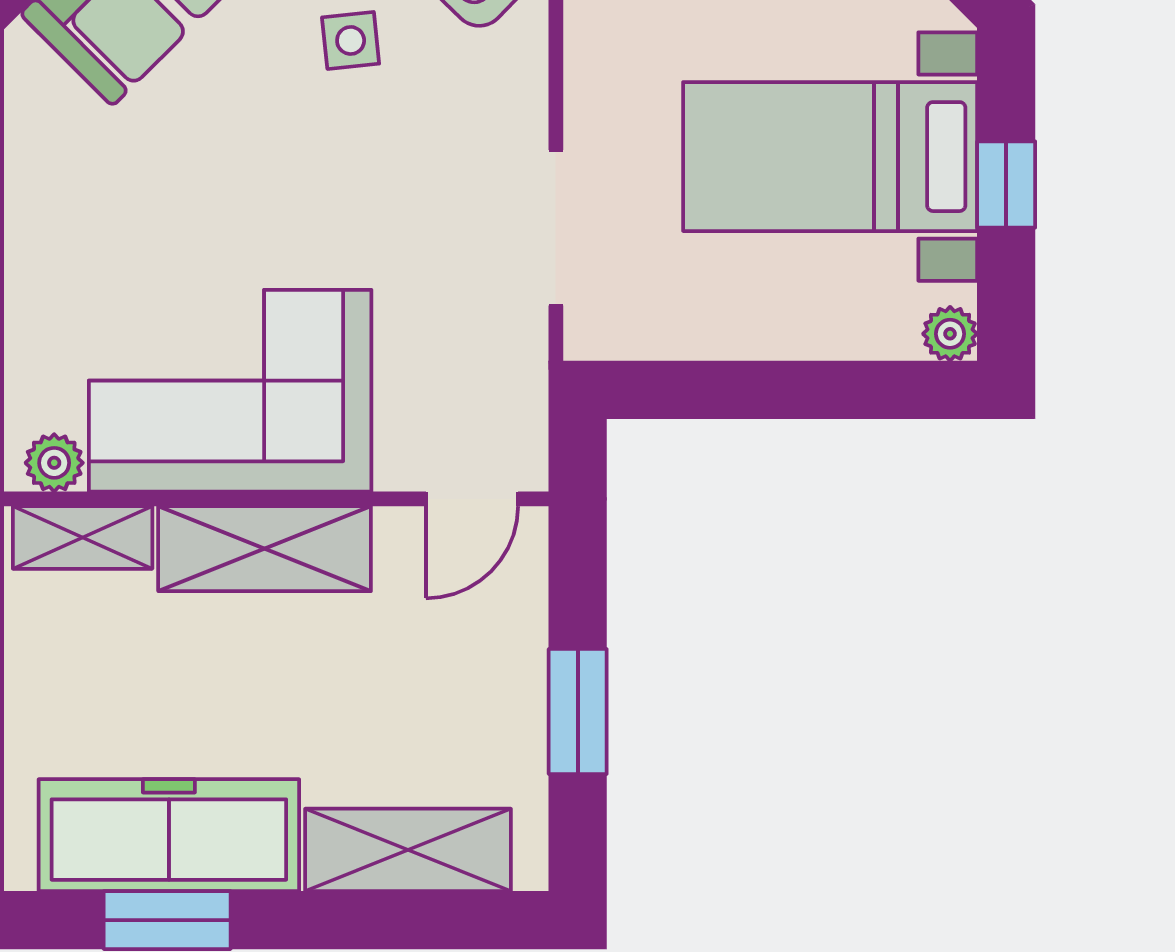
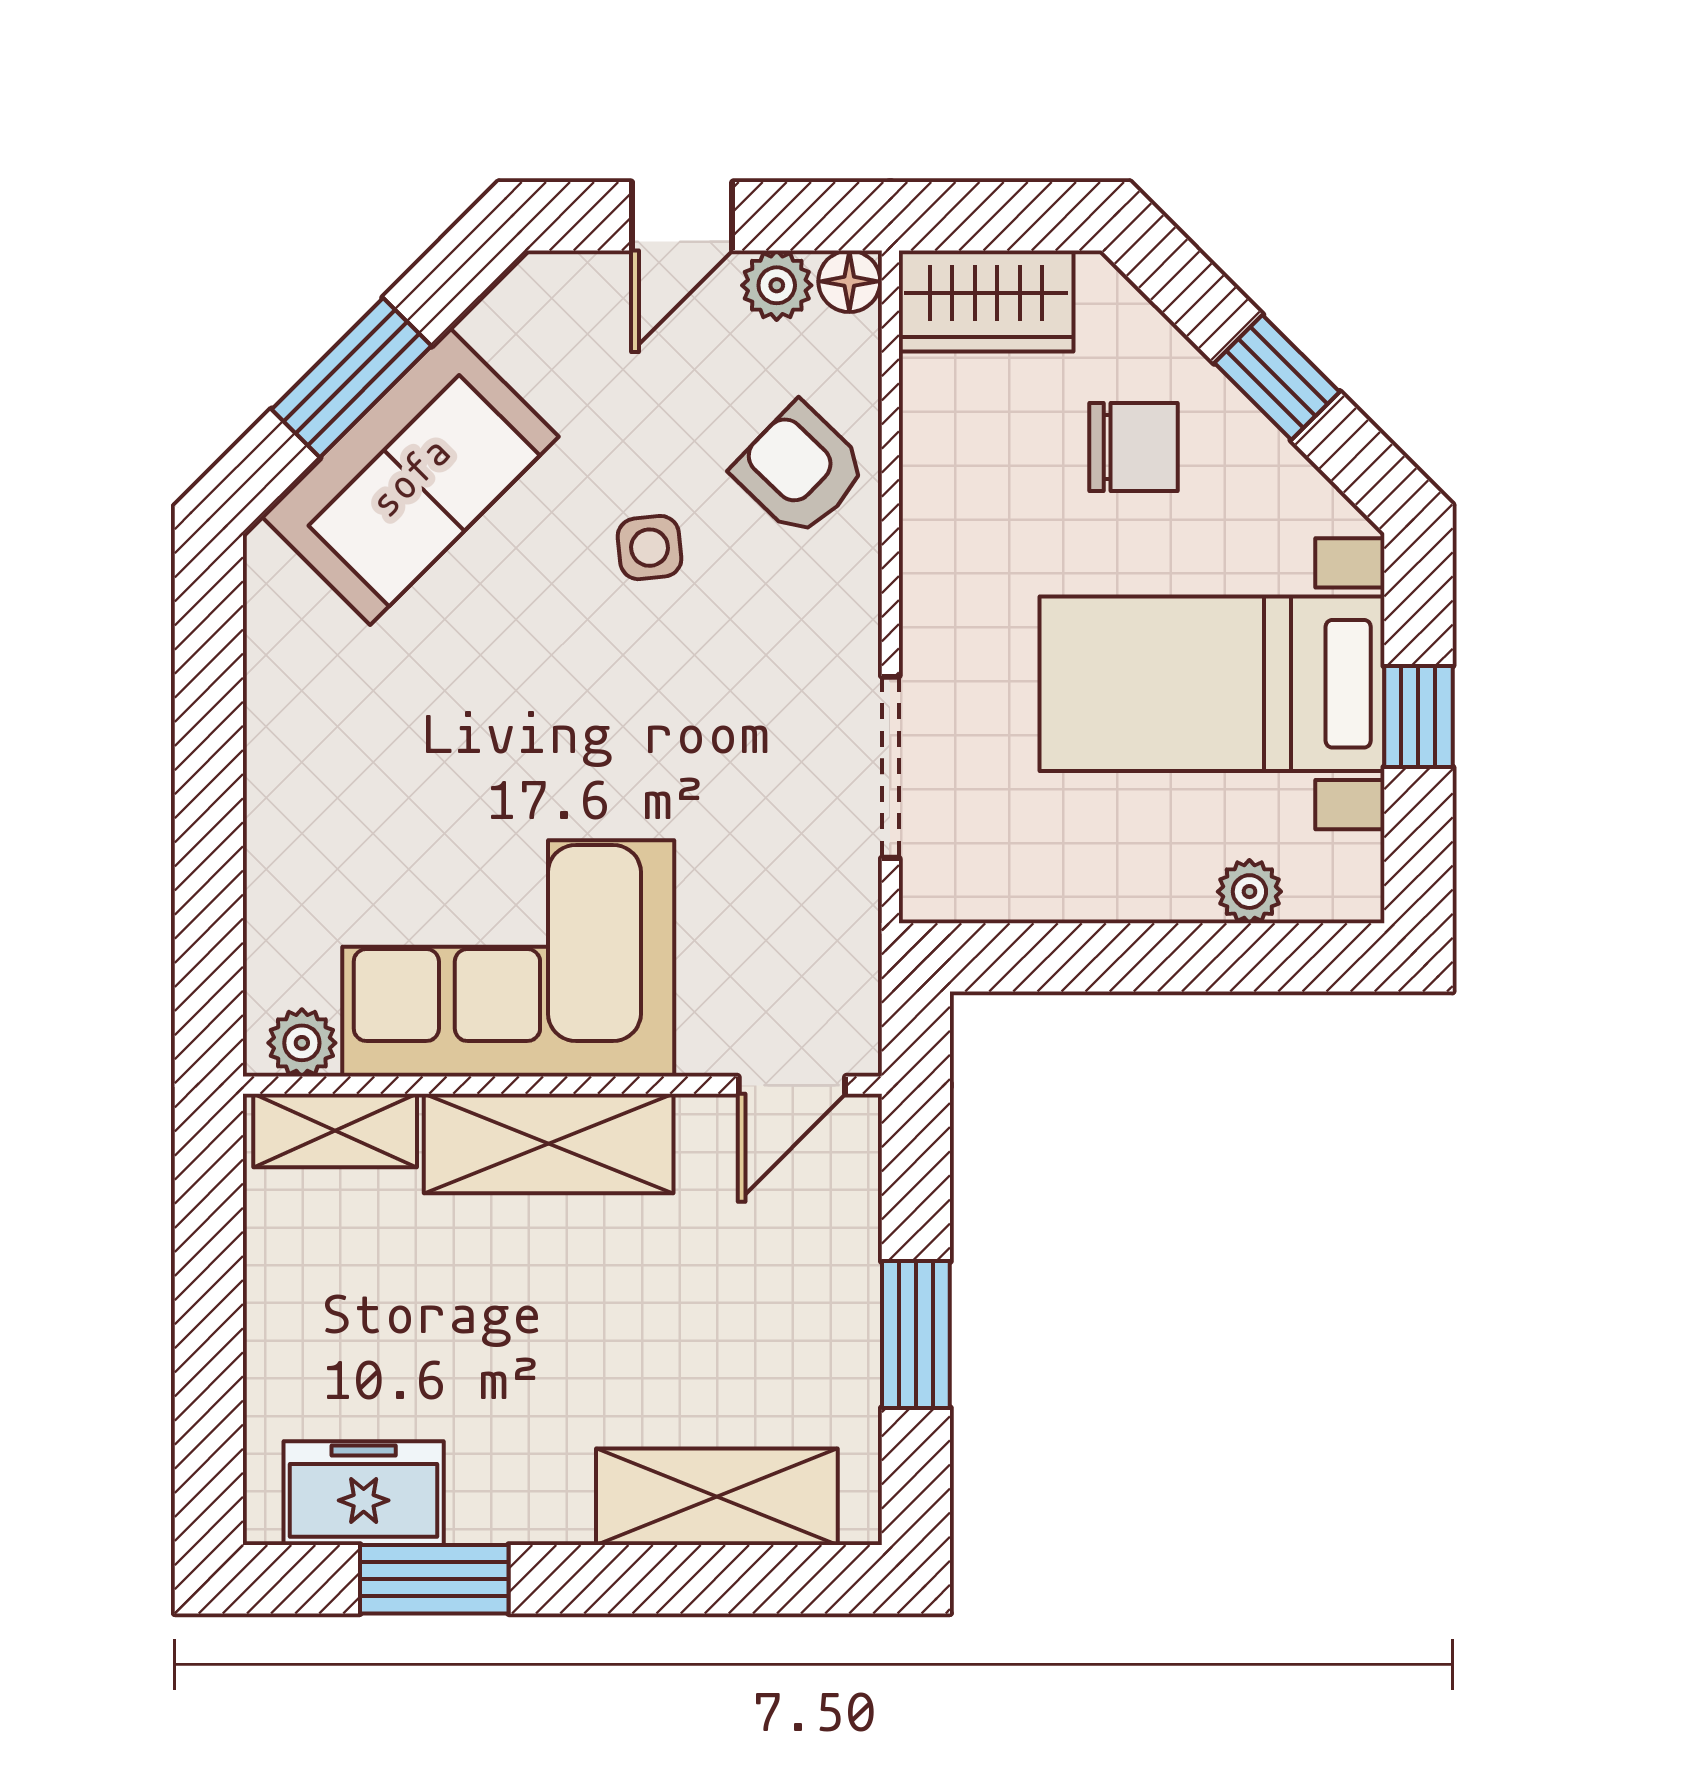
plant: (950, 334) -> (1249, 892), moved
freezer: (169, 835) -> (364, 1493), width x0.52, depth x0.79

